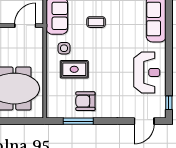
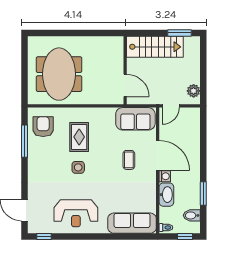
side table: (64, 48) -> (78, 167), moved
armchair: (85, 101) -> (43, 127), moved

